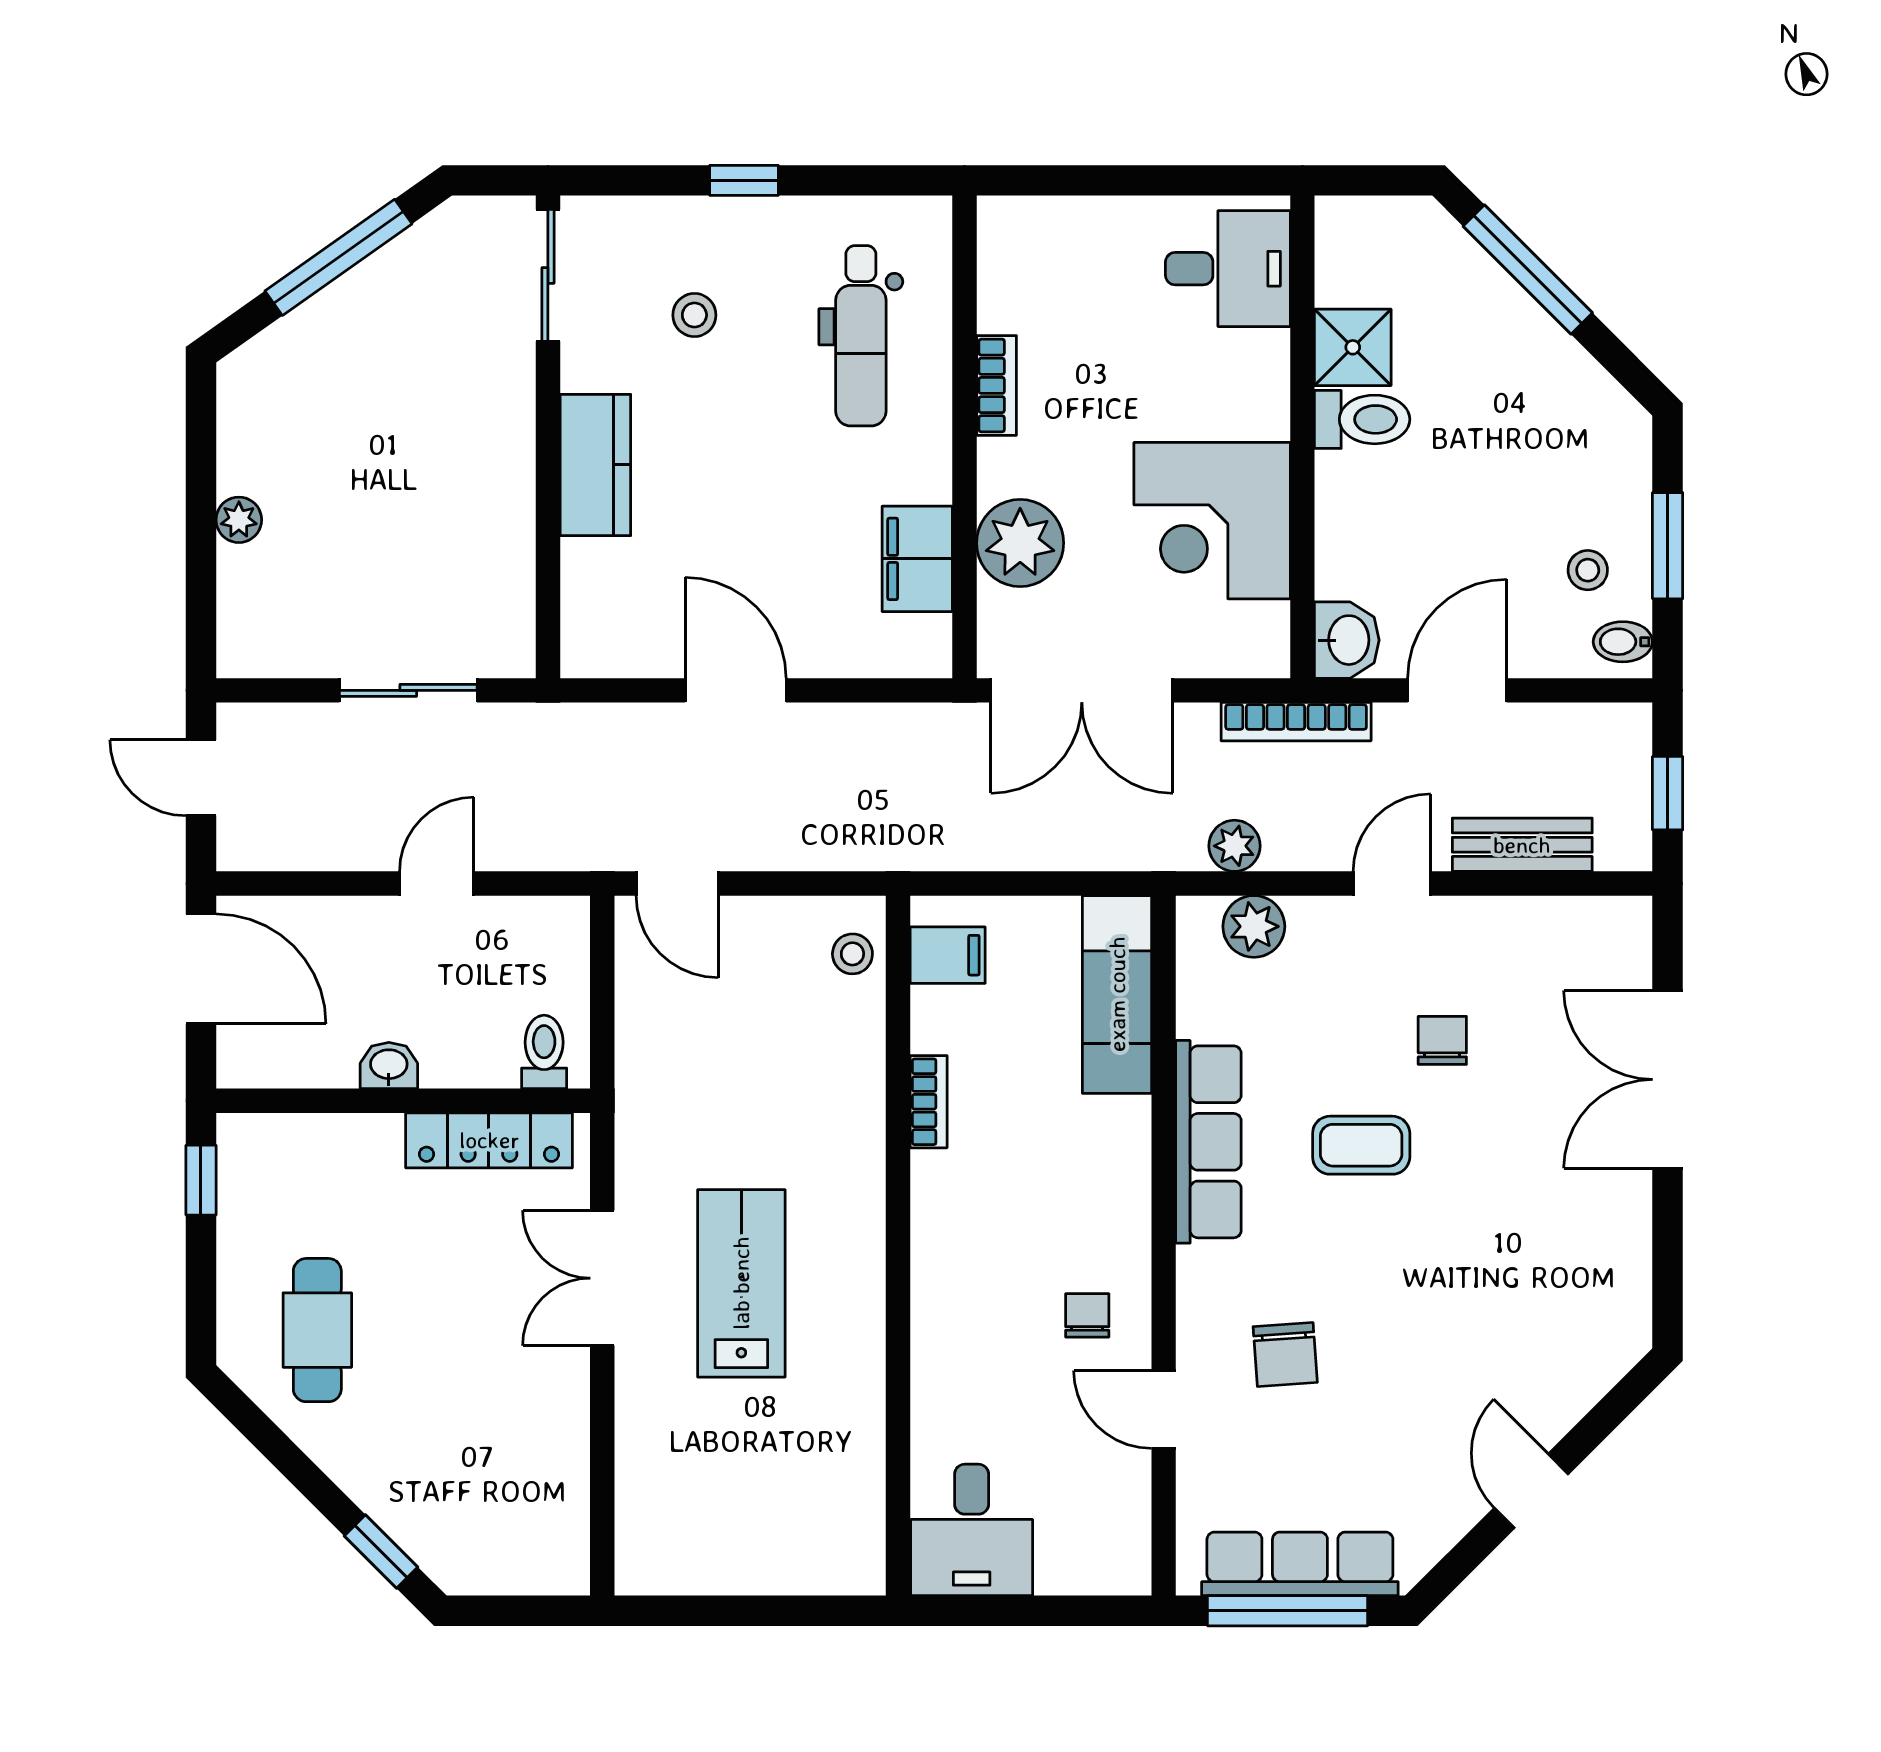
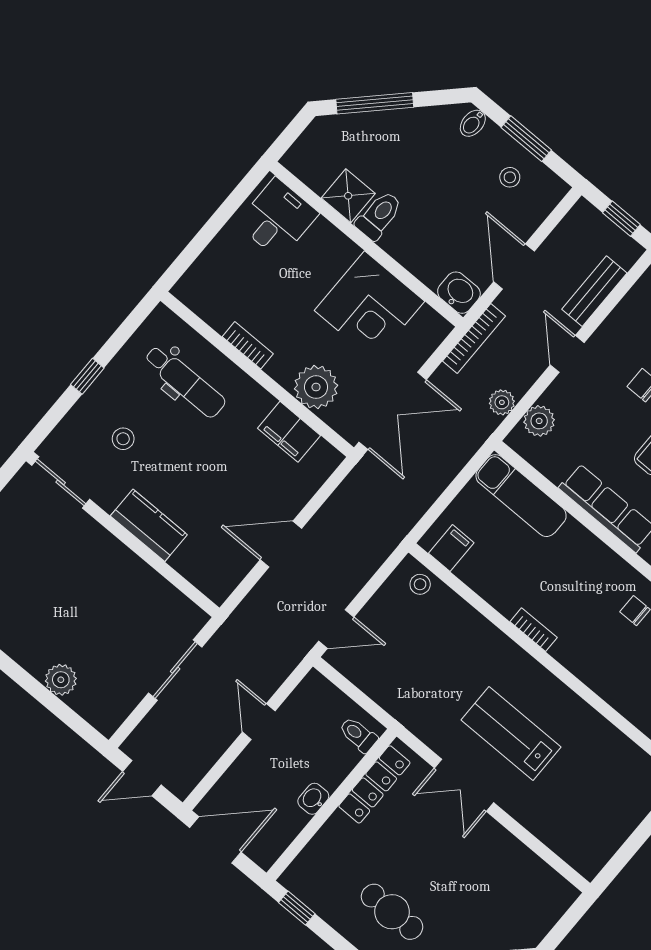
plant: (239, 520) -> (61, 680), width x1.38, depth x1.38
bidet: (1623, 642) -> (473, 123), moved
bookcase: (929, 1102) -> (534, 630), moved

